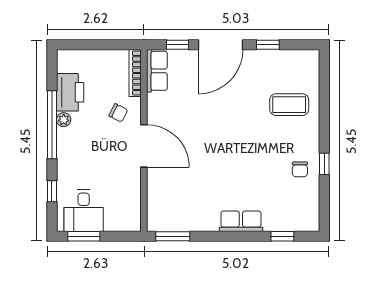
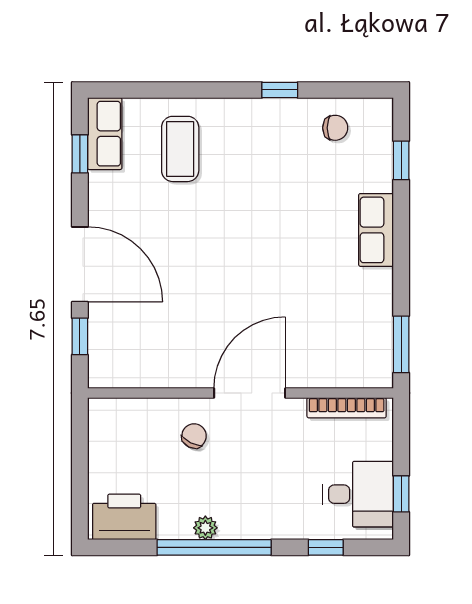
window: (268, 45) -> (80, 154), moved
row of seats: (157, 71) -> (105, 134), moved, turned 90
bookcase: (135, 73) -> (347, 408), moved
printer: (70, 92) -> (124, 517), moved
chair: (300, 169) -> (335, 128), moved
window: (84, 236) -> (401, 494), width x0.67

